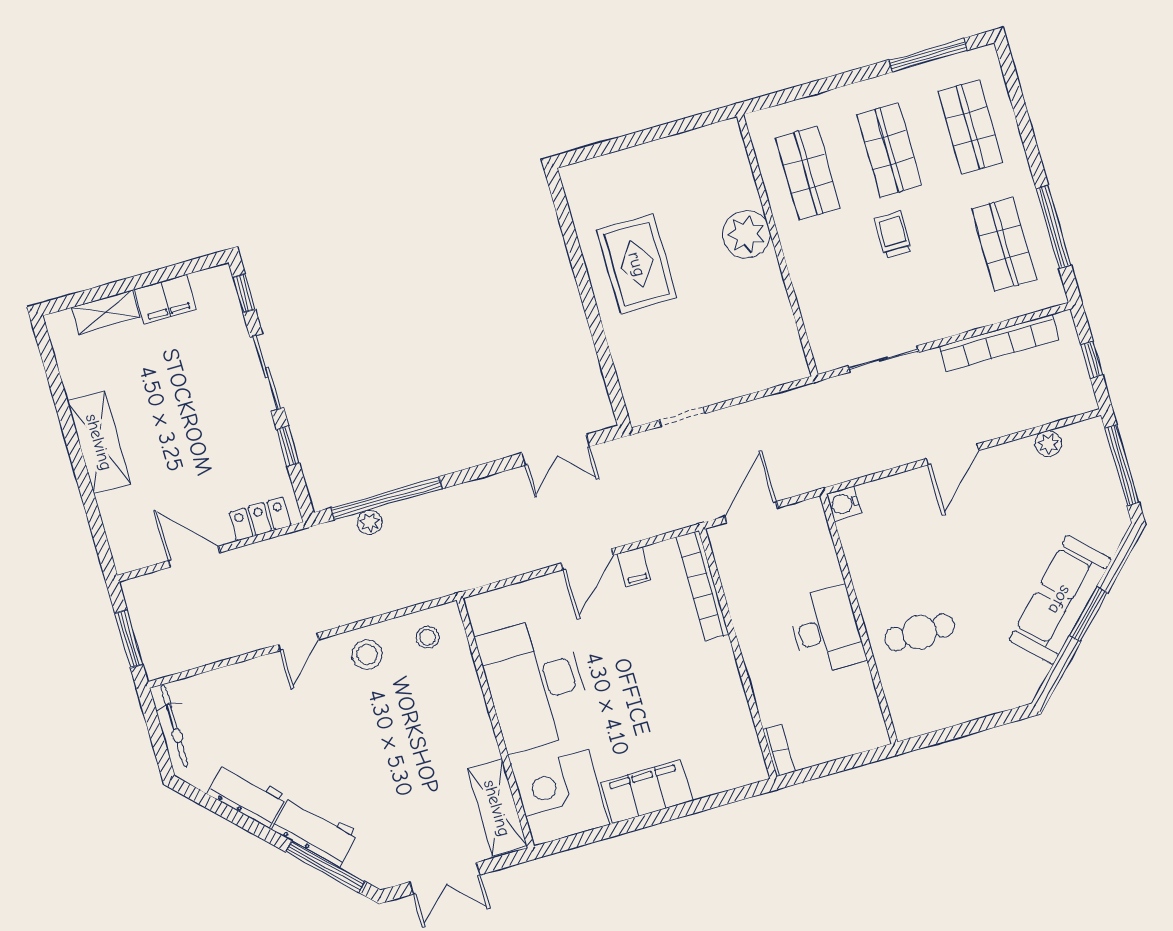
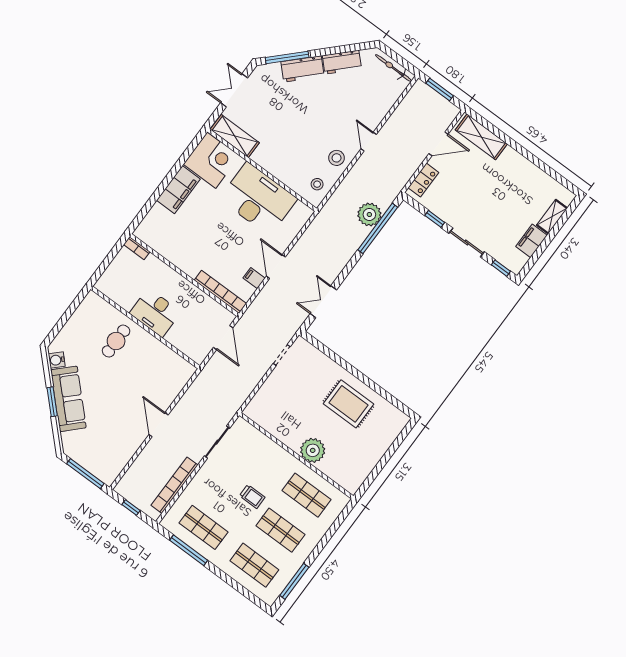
shelving: (99, 442) -> (481, 137), moved
plant: (1048, 444) -> (122, 459), removed
water cooler: (844, 504) -> (57, 360), moved, turned -135
plant: (370, 522) -> (369, 214), width x1.87, depth x1.87

